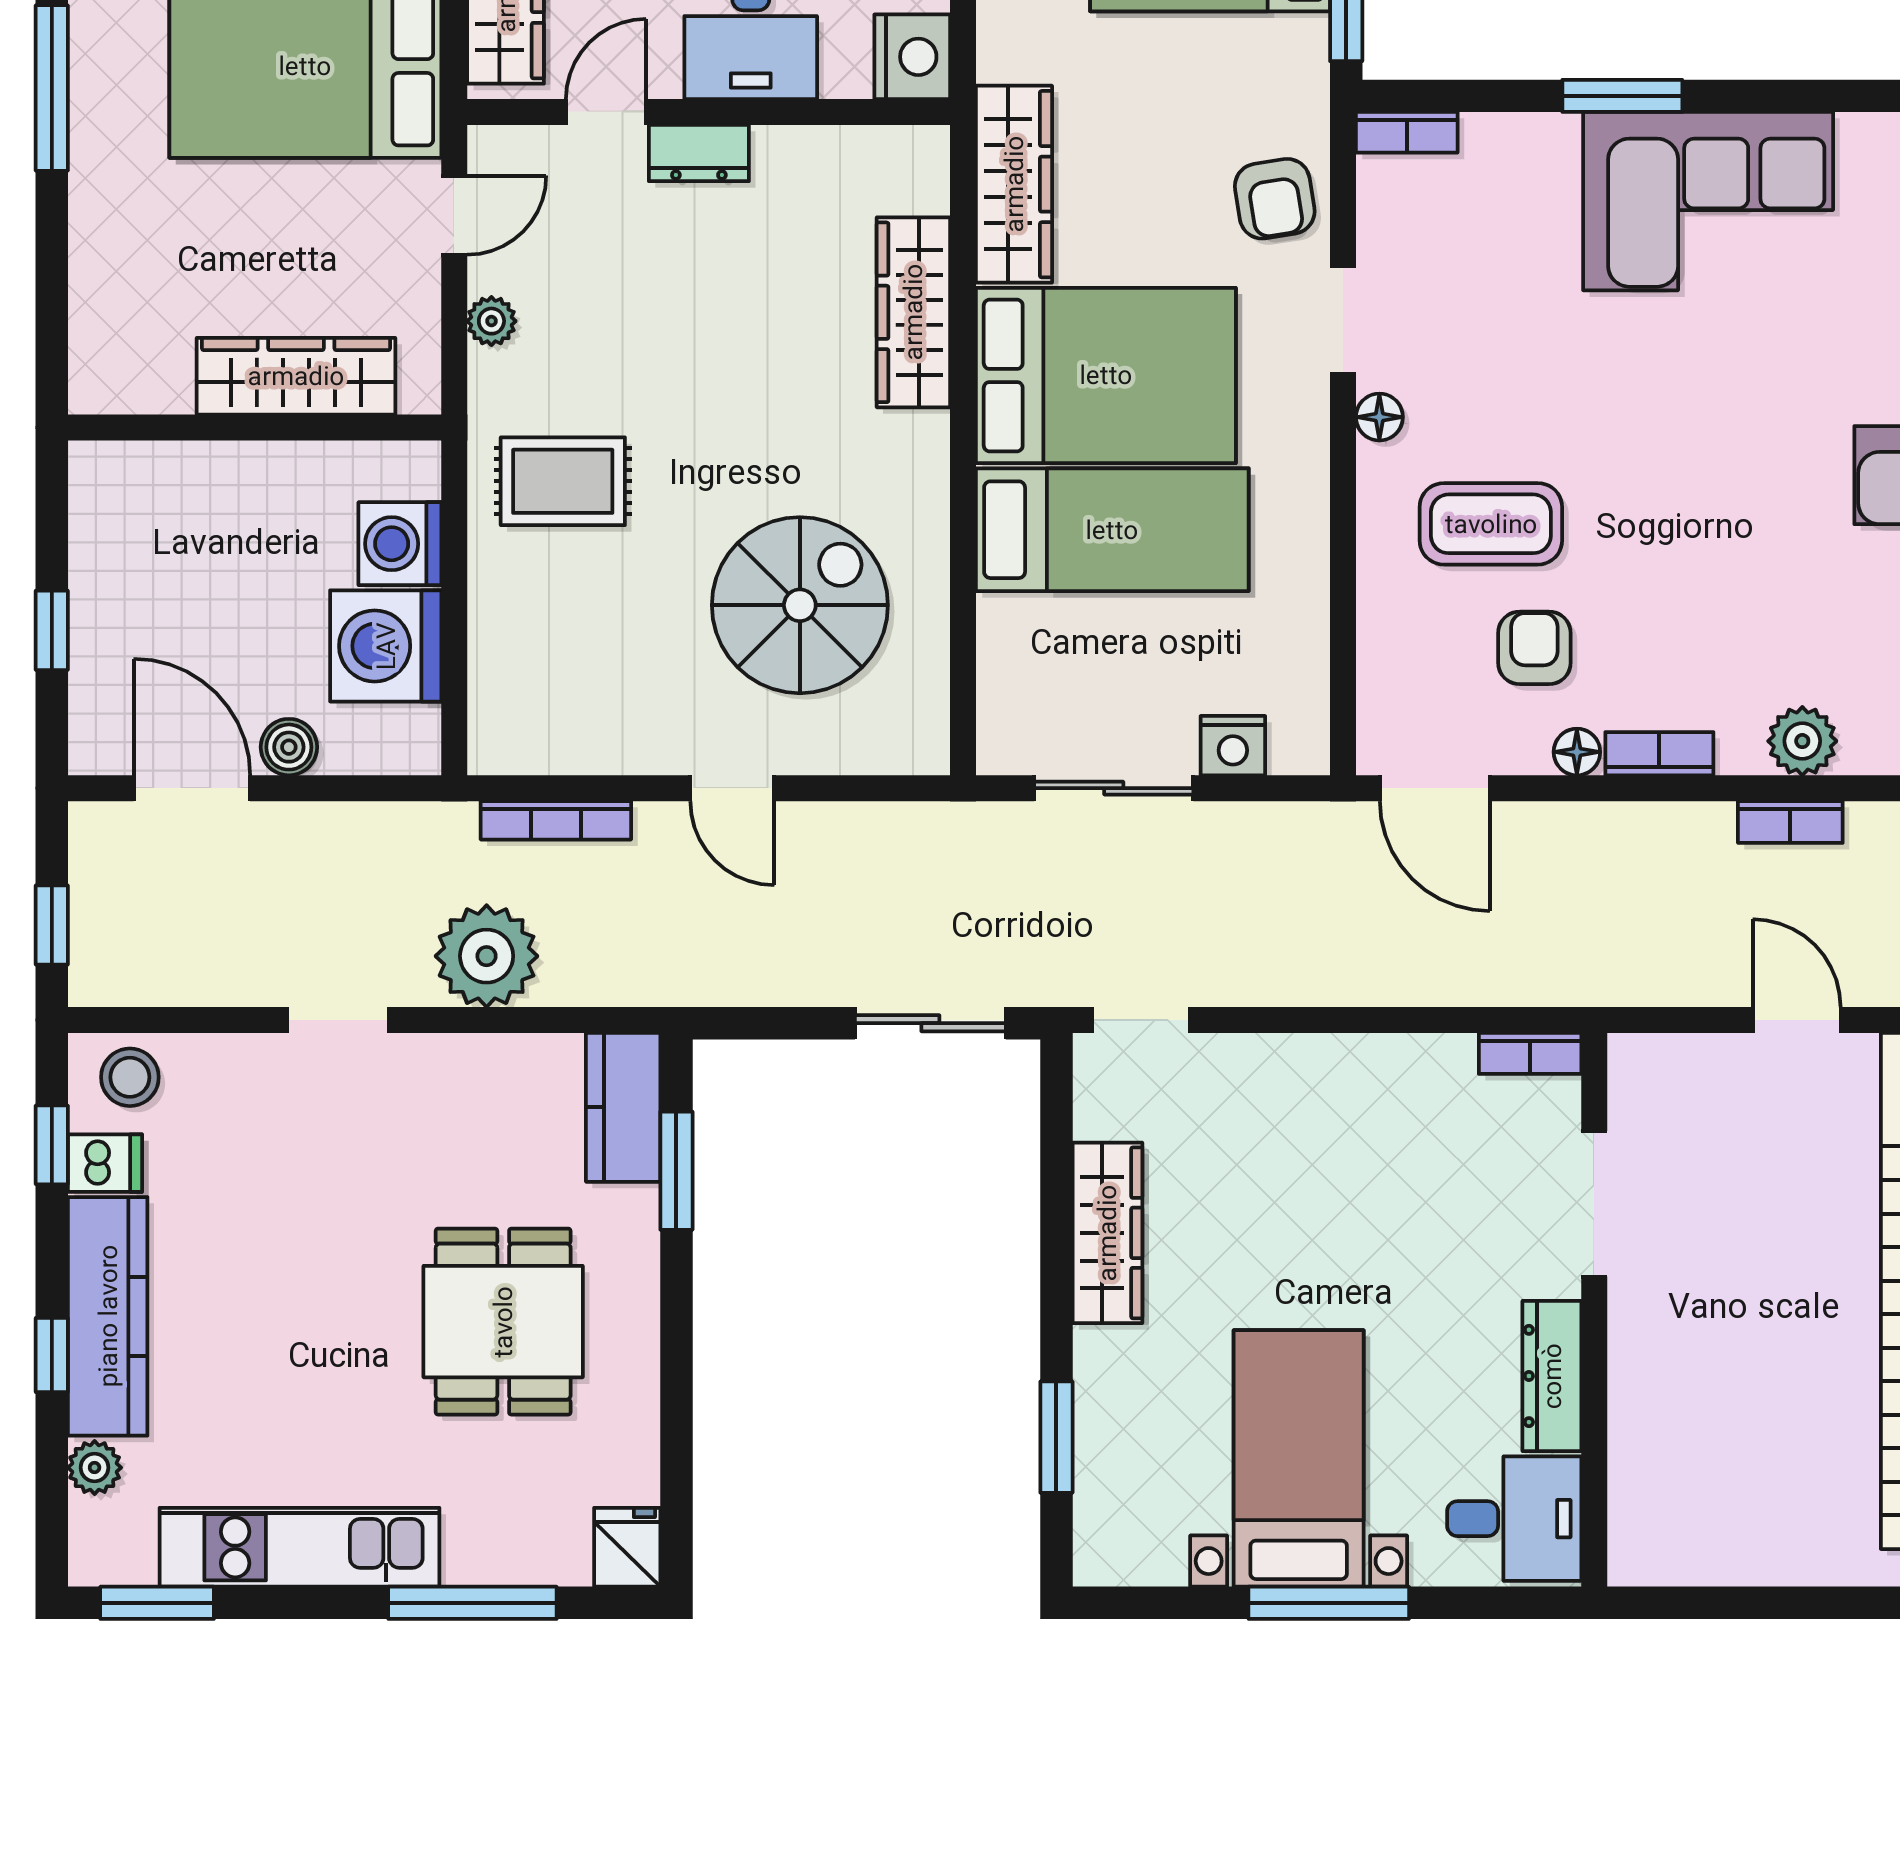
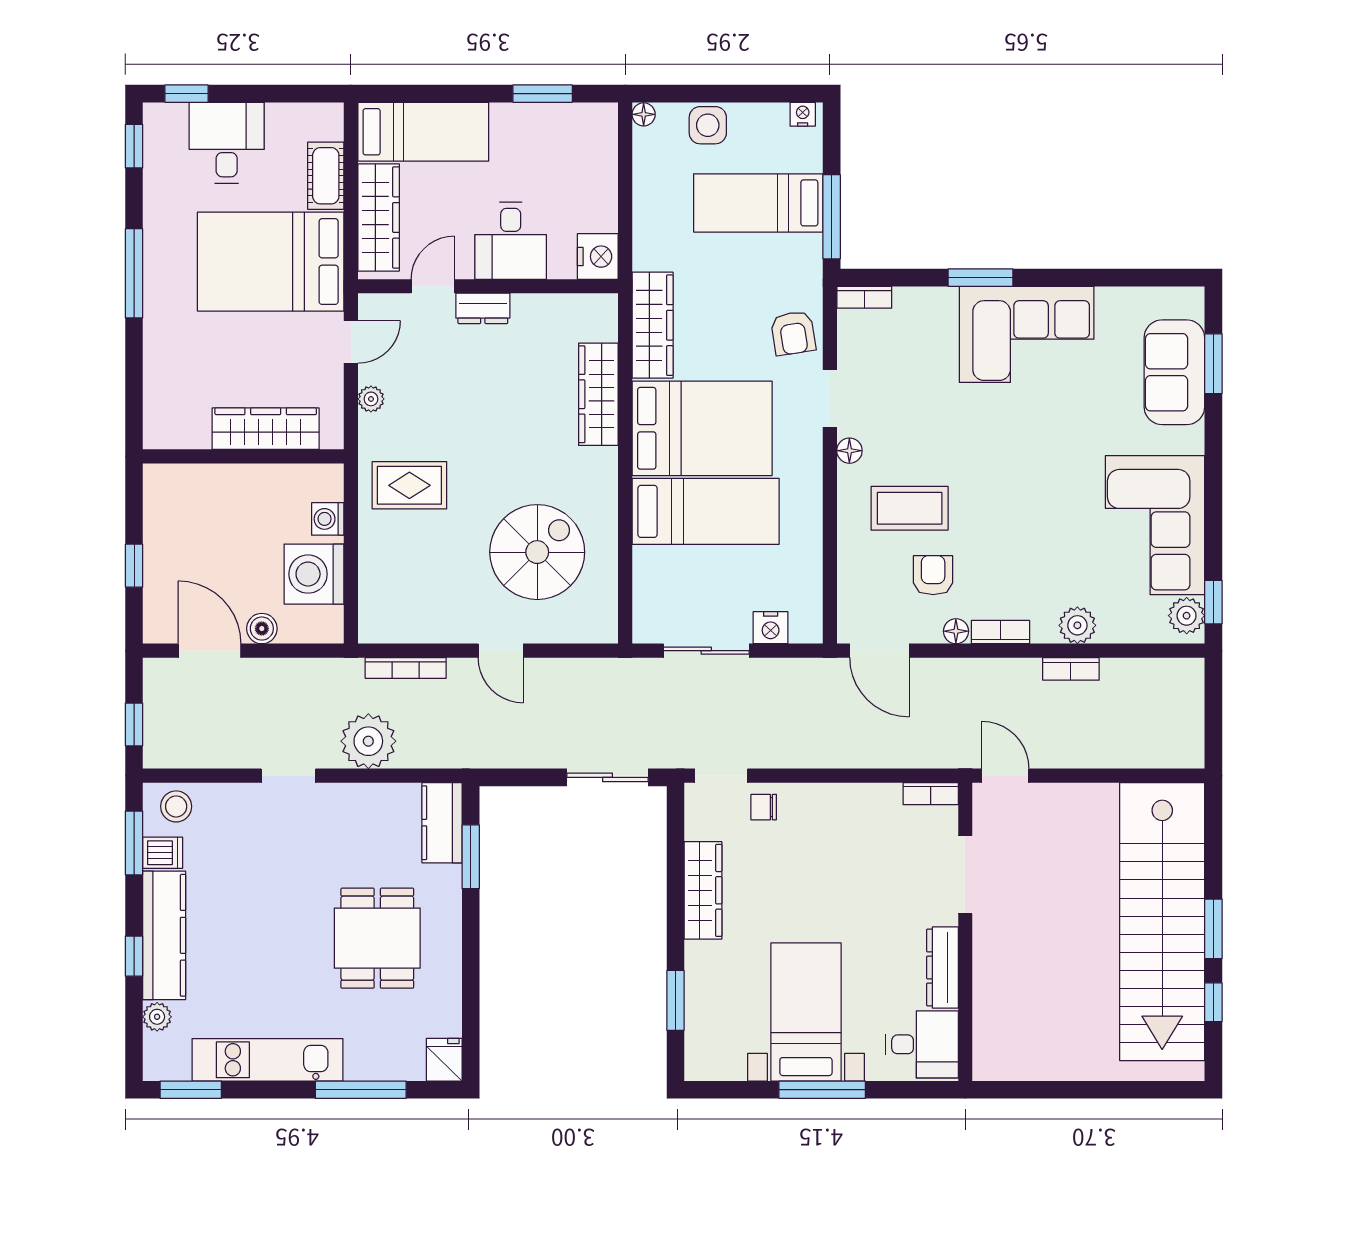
washing machine: (400, 544) -> (328, 519), width x0.73, depth x0.73
door: (1797, 1020) -> (1005, 776), moved
chair: (1220, 1078) -> (764, 807), added
window: (52, 1145) -> (134, 843), width x1.50

